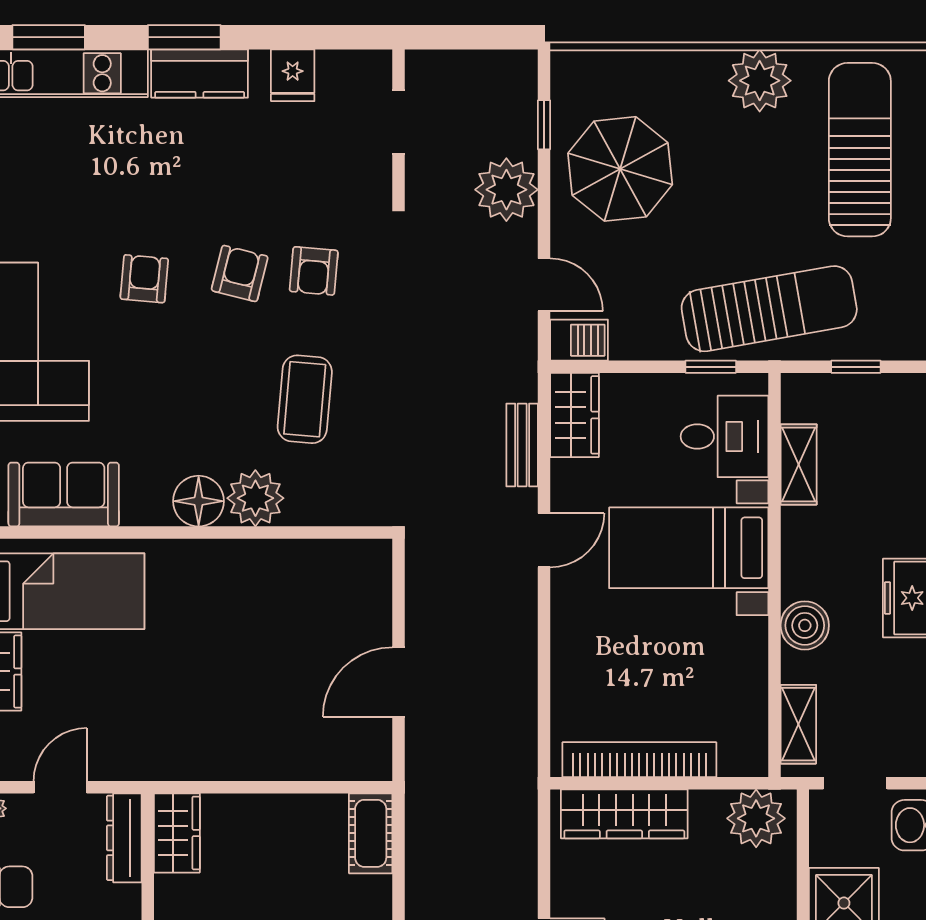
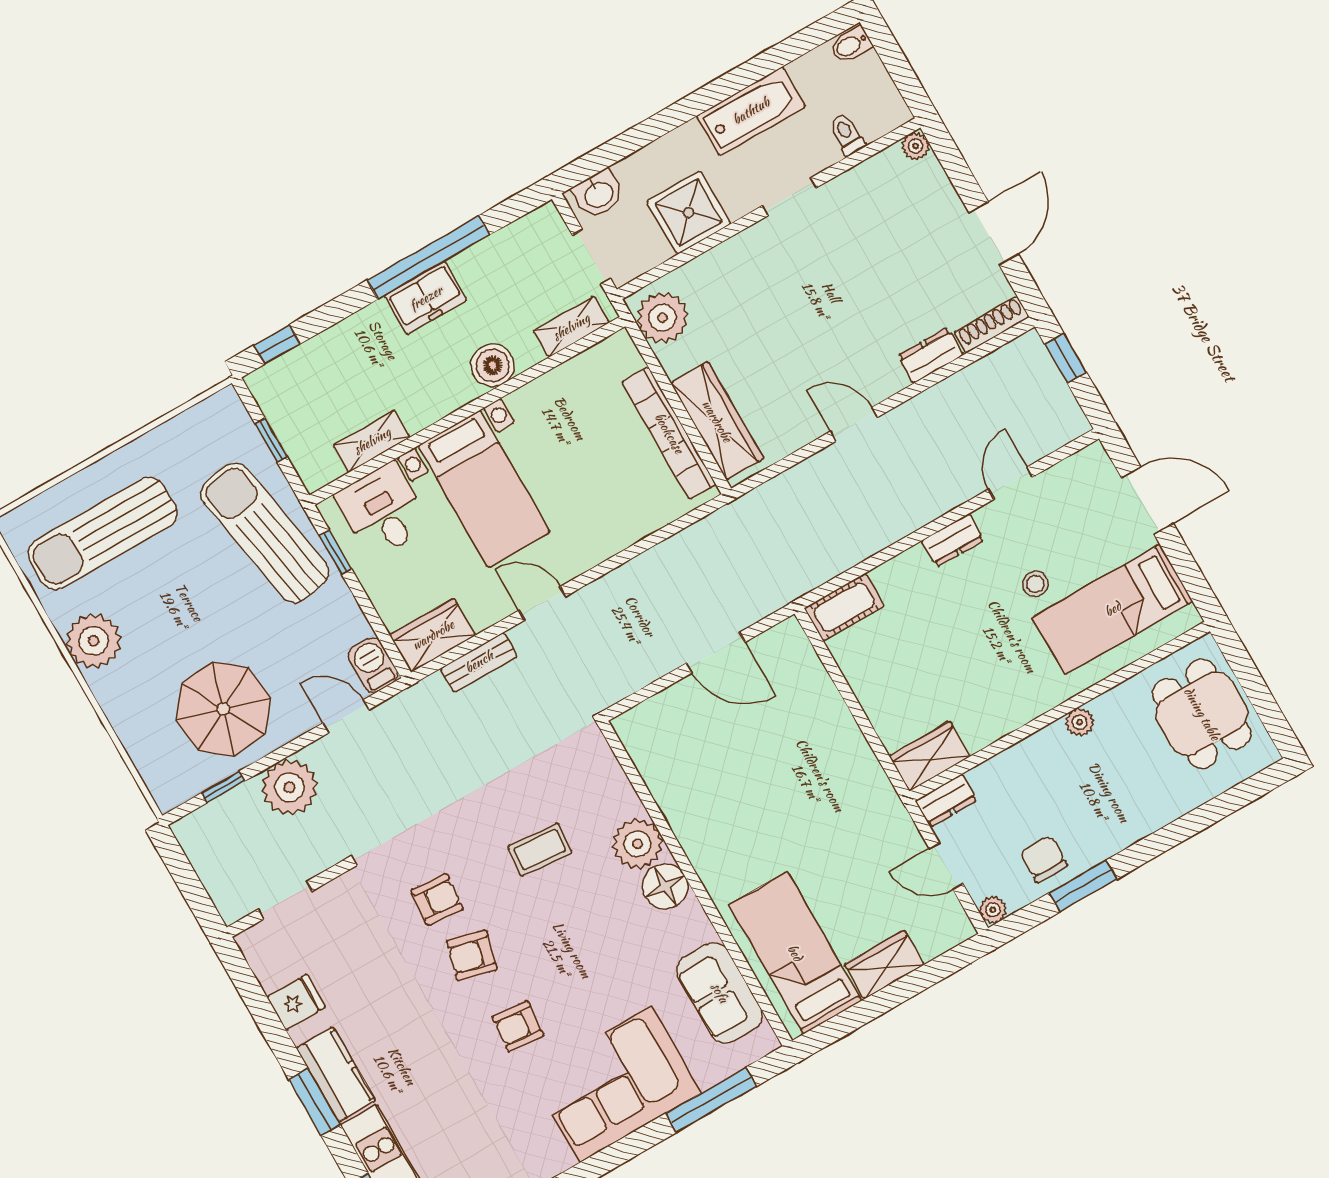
door: (544, 285) -> (346, 716), hinge flipped
coffee table: (305, 399) -> (540, 850), width x0.73, depth x0.77
dresser: (124, 838) -> (946, 800), width x0.70

